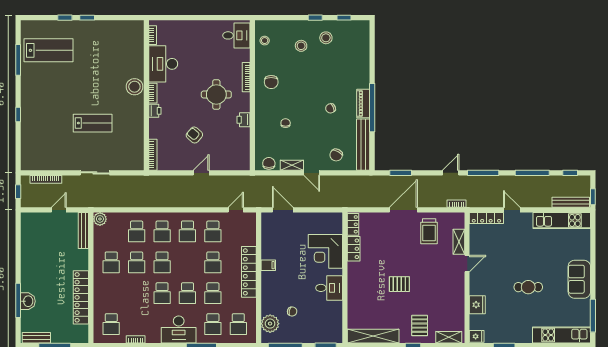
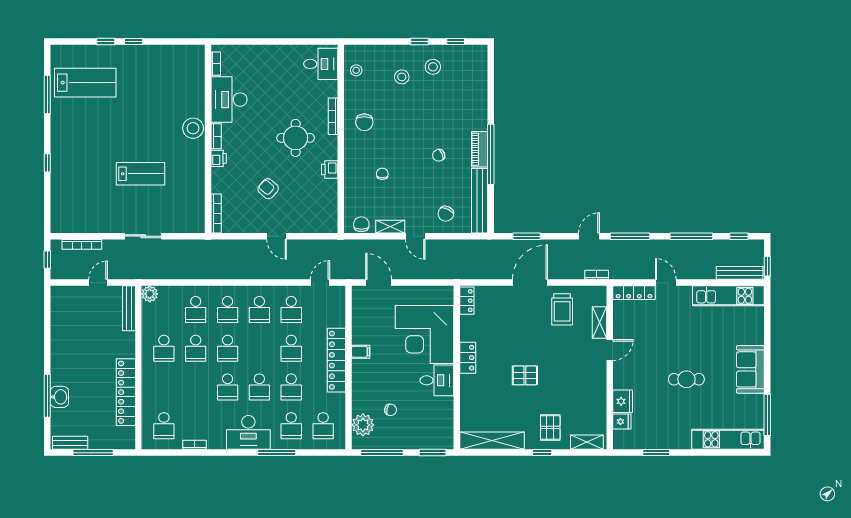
door: (201, 173) -> (277, 236), swing flipped
locker: (354, 249) -> (468, 358), moved
corner desk: (325, 251) -> (425, 334), width x1.36, depth x1.36
fridge: (477, 336) -> (622, 422), moved

